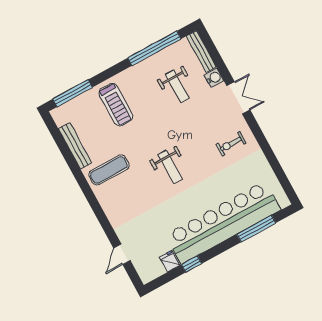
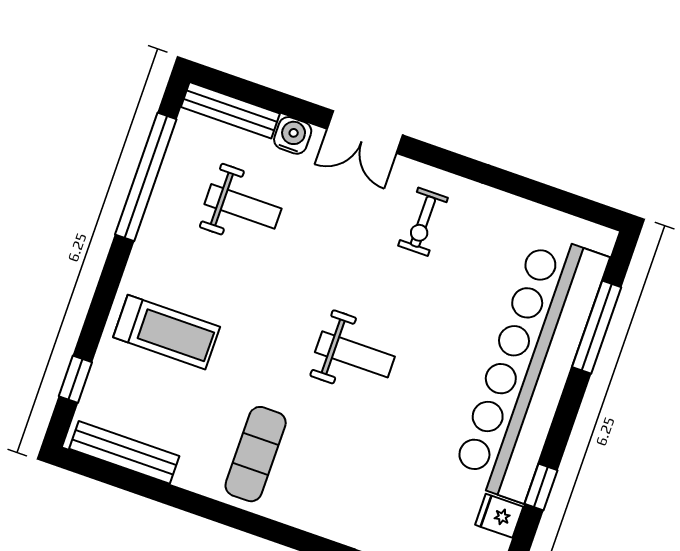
window: (73, 93) -> (75, 379), width x0.46
double door: (238, 98) -> (365, 132), swing flipped
bench: (75, 146) -> (124, 452), moved

